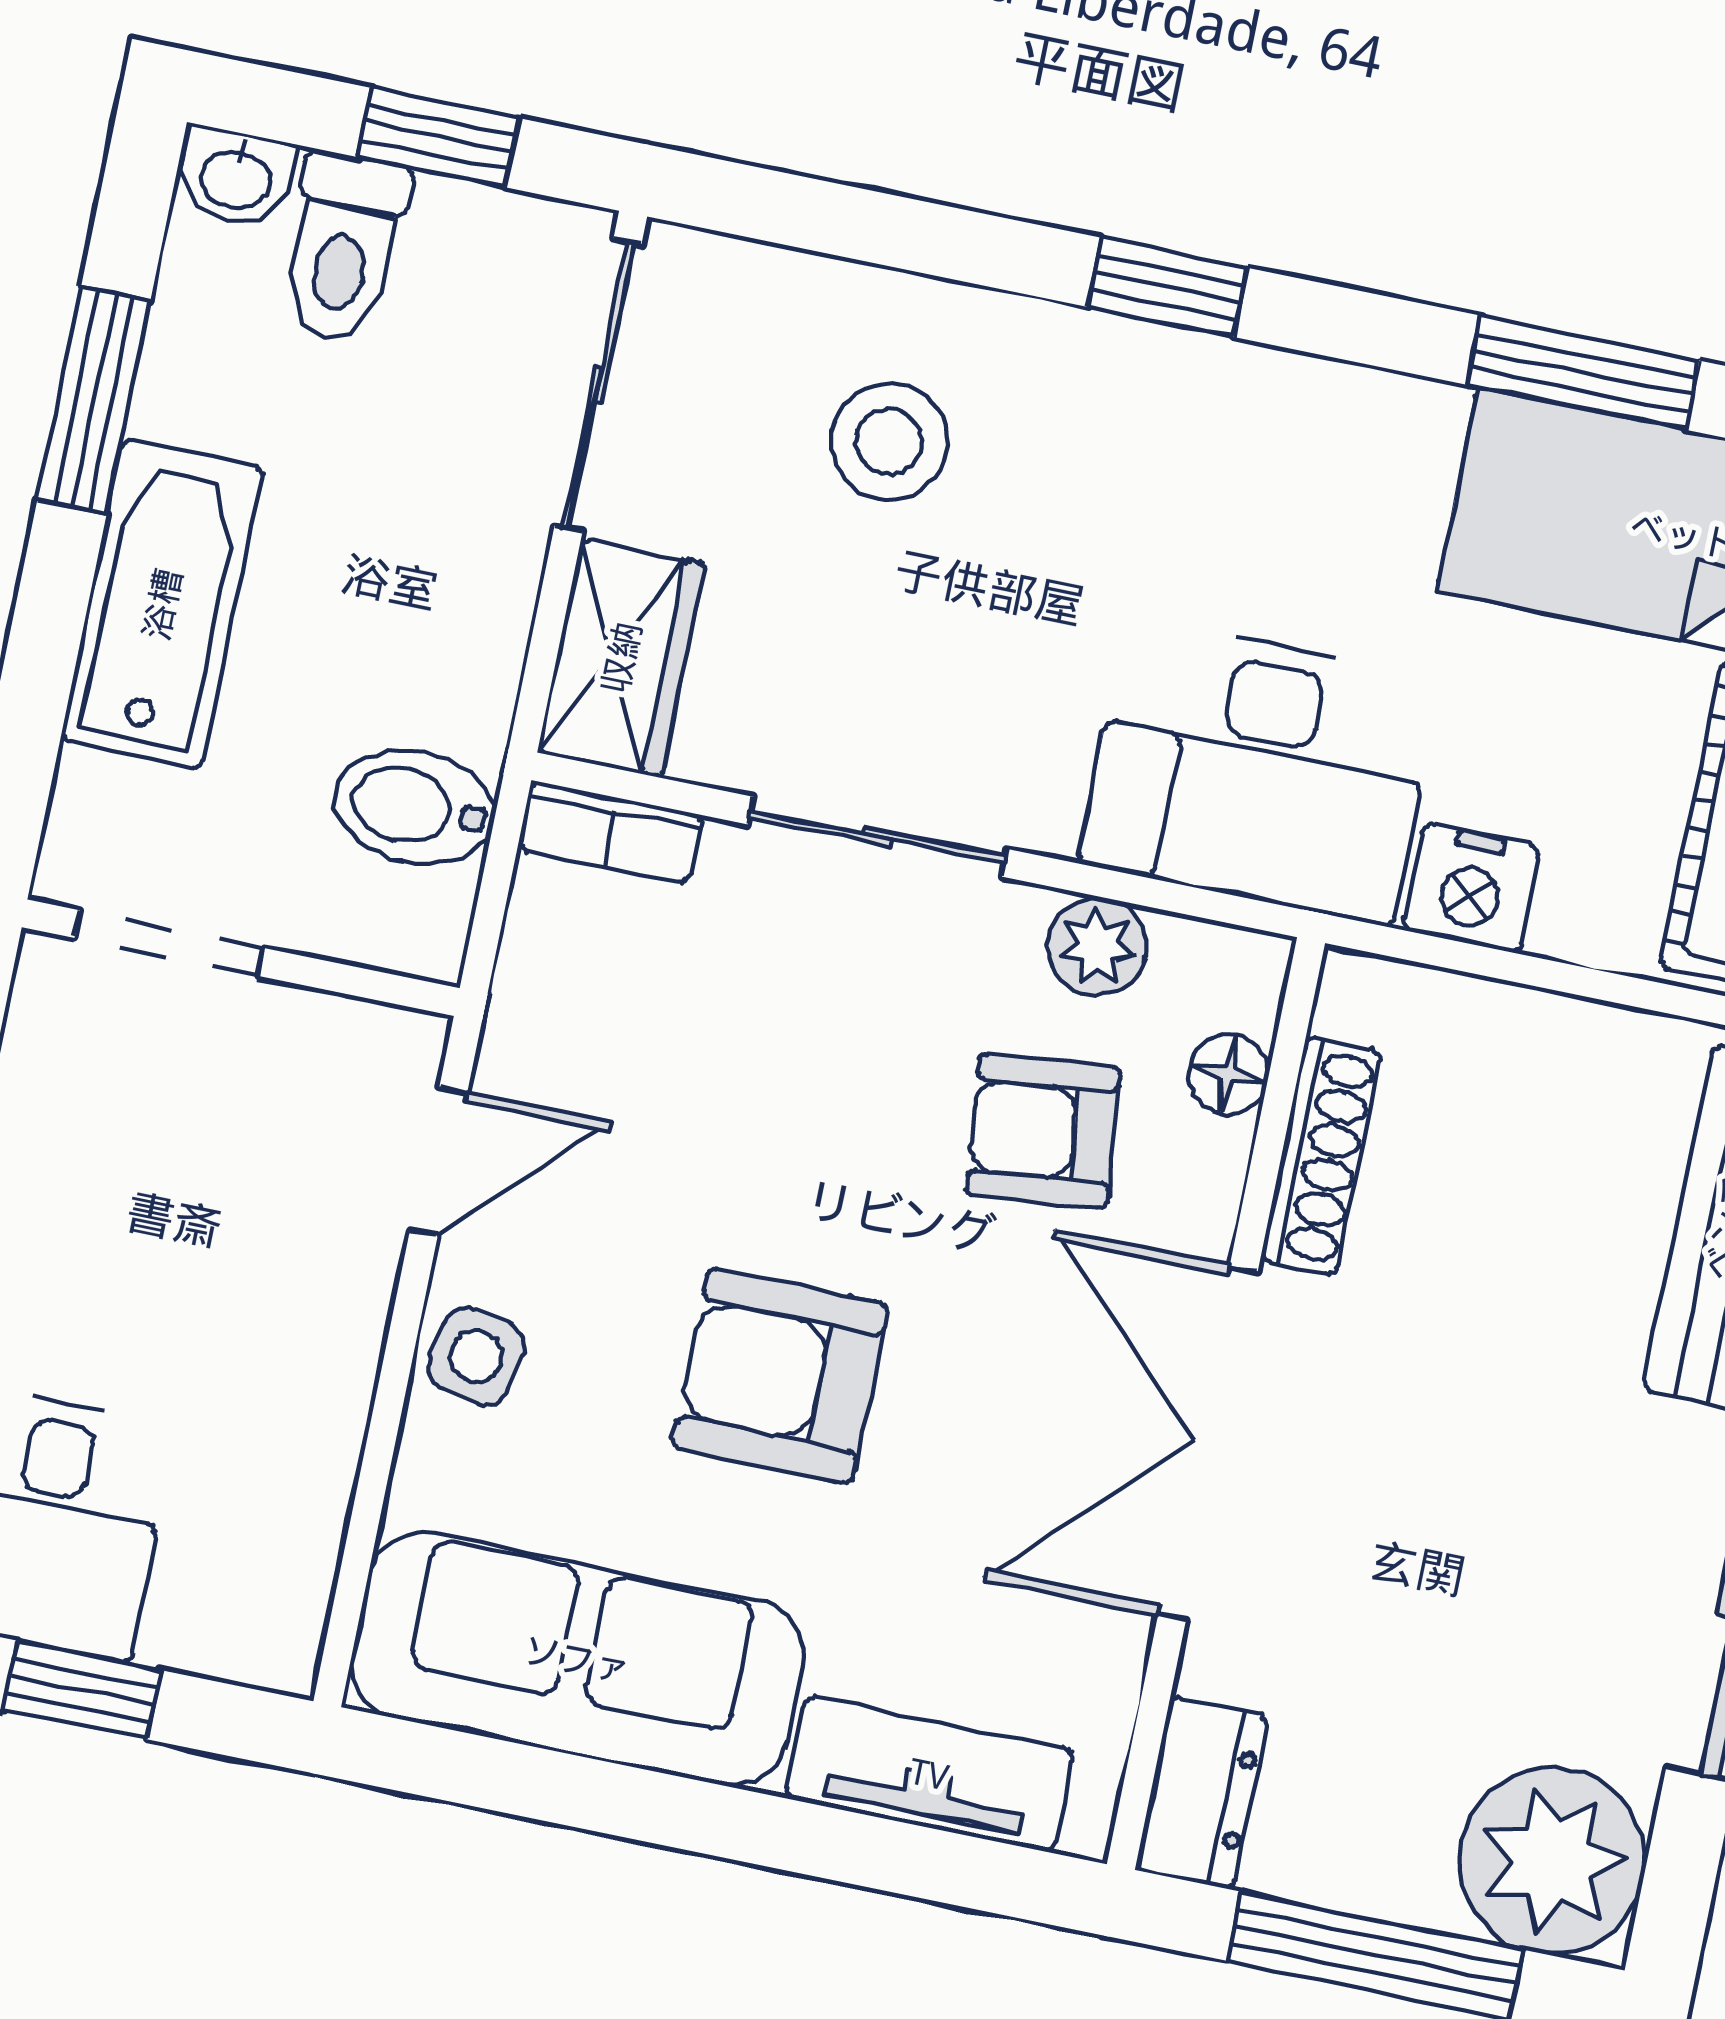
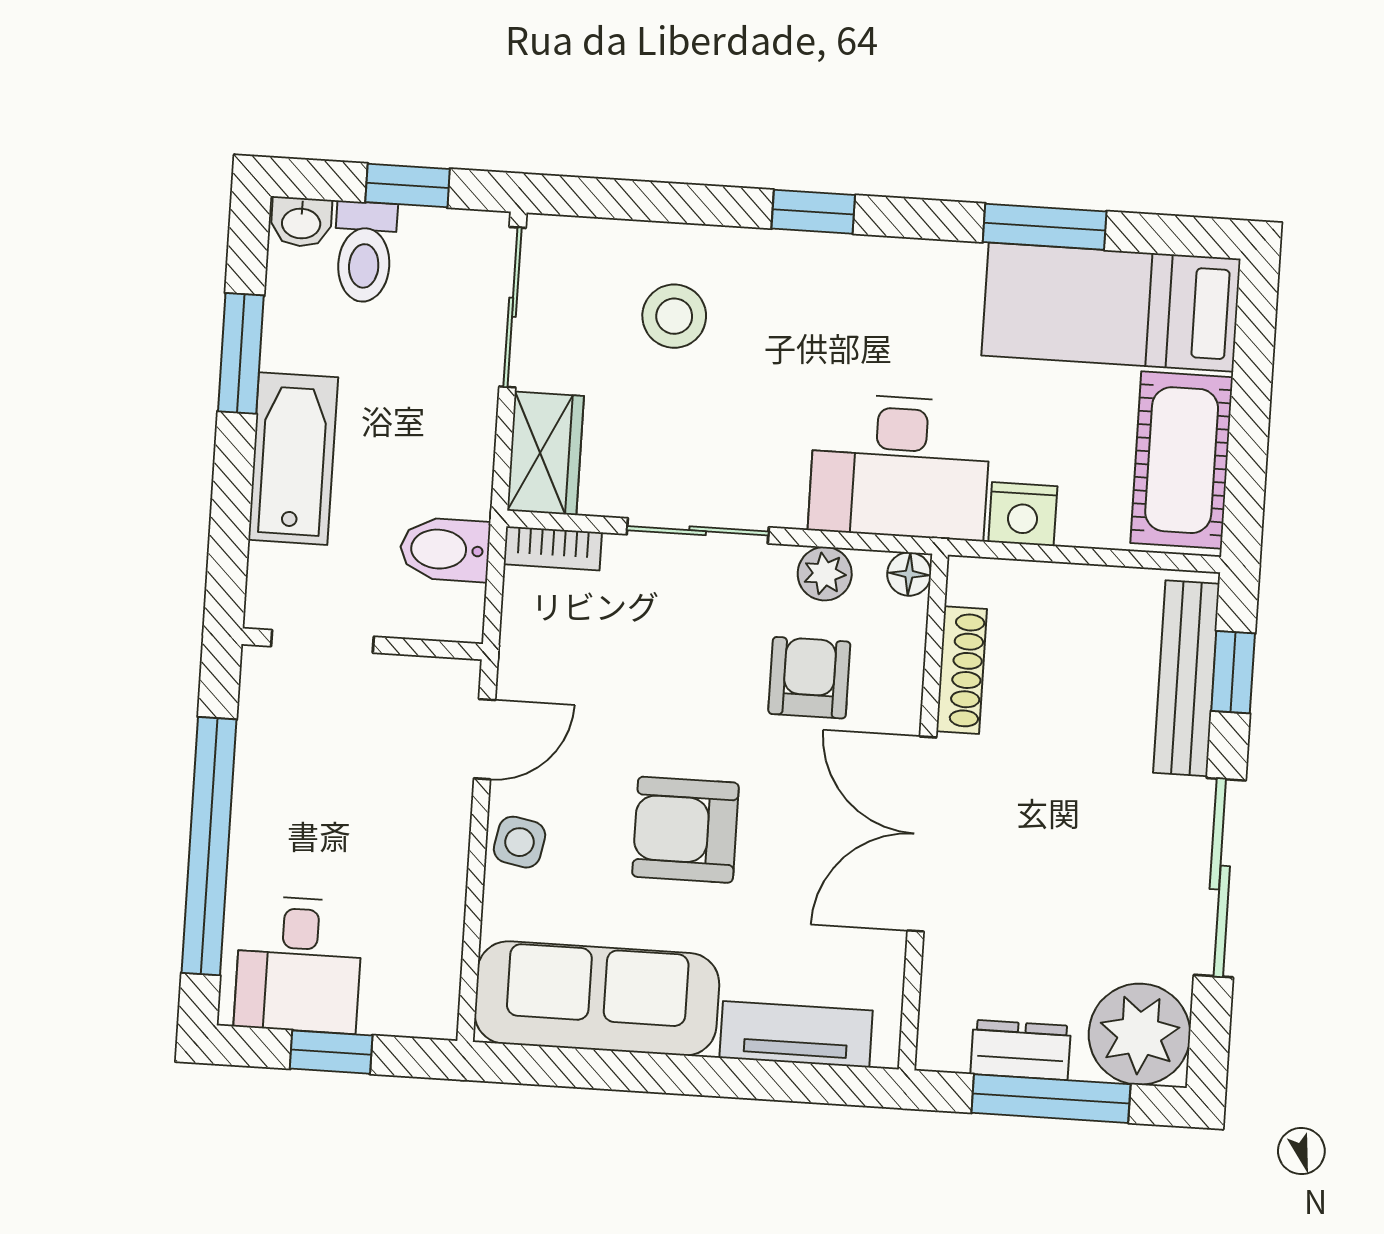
floor lamp: (1228, 1074) -> (909, 574), moved
armchair: (1043, 1131) -> (809, 678), turned 96
dresser: (1202, 1793) -> (1021, 1050), moved, turned -90

